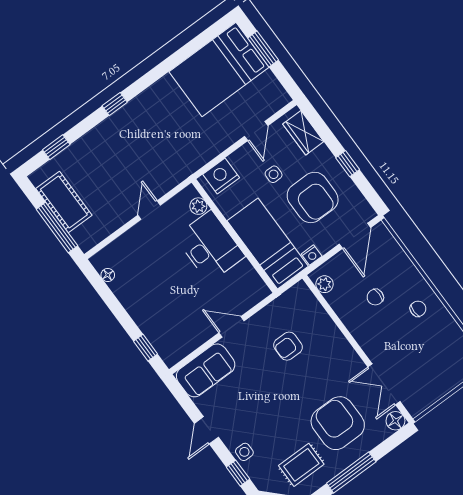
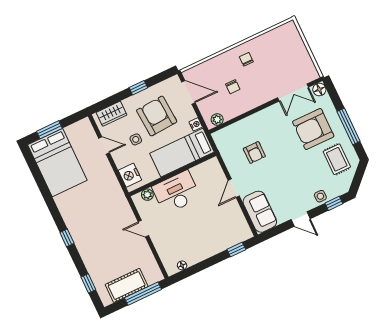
armchair: (313, 197) -> (157, 116), turned -94

